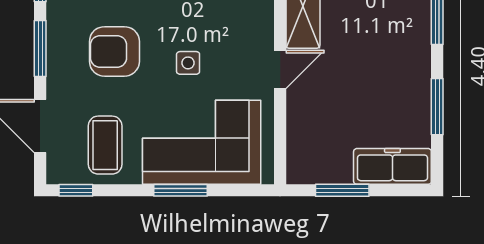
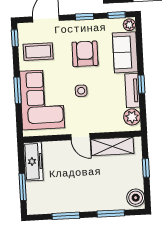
window: (40, 48) -> (85, 17), width x0.67
freezer: (392, 166) -> (33, 161), moved
window: (342, 190) -> (23, 187), moved

